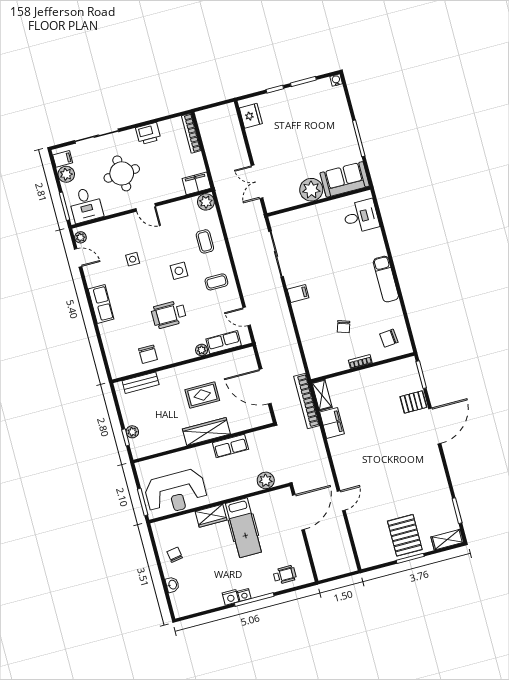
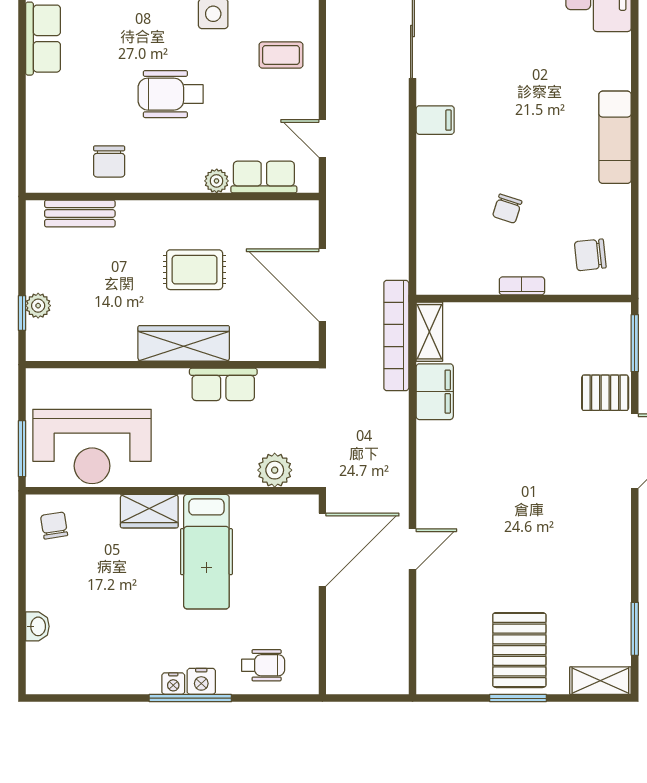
chair: (175, 555) -> (54, 525), moved
nightstand: (231, 597) -> (201, 681), moved

